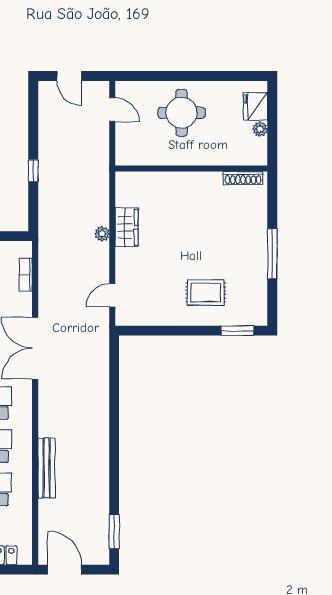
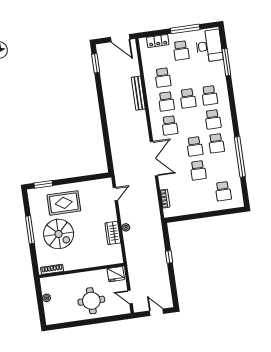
fridge: (255, 106) -> (116, 274), moved, turned 90
spiral stairs: (223, 239) -> (59, 234), added
rug: (206, 293) -> (64, 203), width x1.36, depth x1.43

